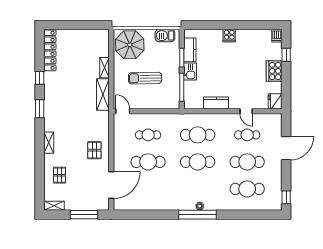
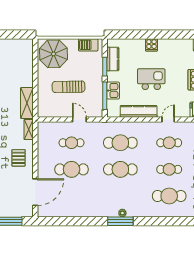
shelving: (105, 68) -> (29, 130), moved
kitchen island: (229, 70) -> (151, 79), added
kitchen sink: (190, 72) -> (113, 91), moved
kitchen counter: (216, 103) -> (139, 111), width x1.50
door: (123, 111) -> (79, 120), moved
door: (246, 111) -> (168, 120), swing flipped
cafe table: (247, 162) -> (169, 169), width x0.73, depth x0.74
window: (198, 215) -> (120, 221), width x0.68

